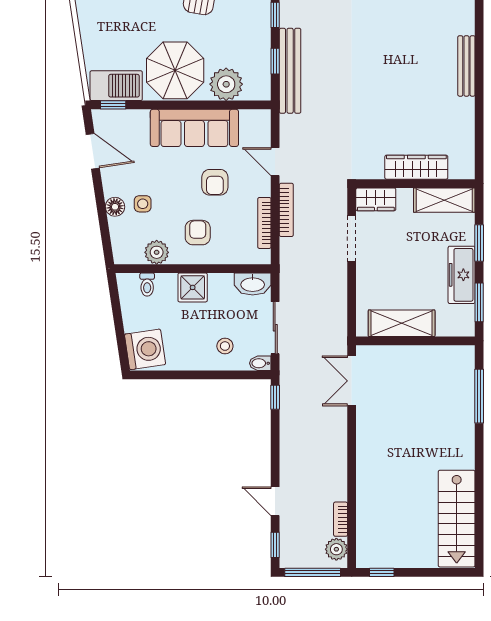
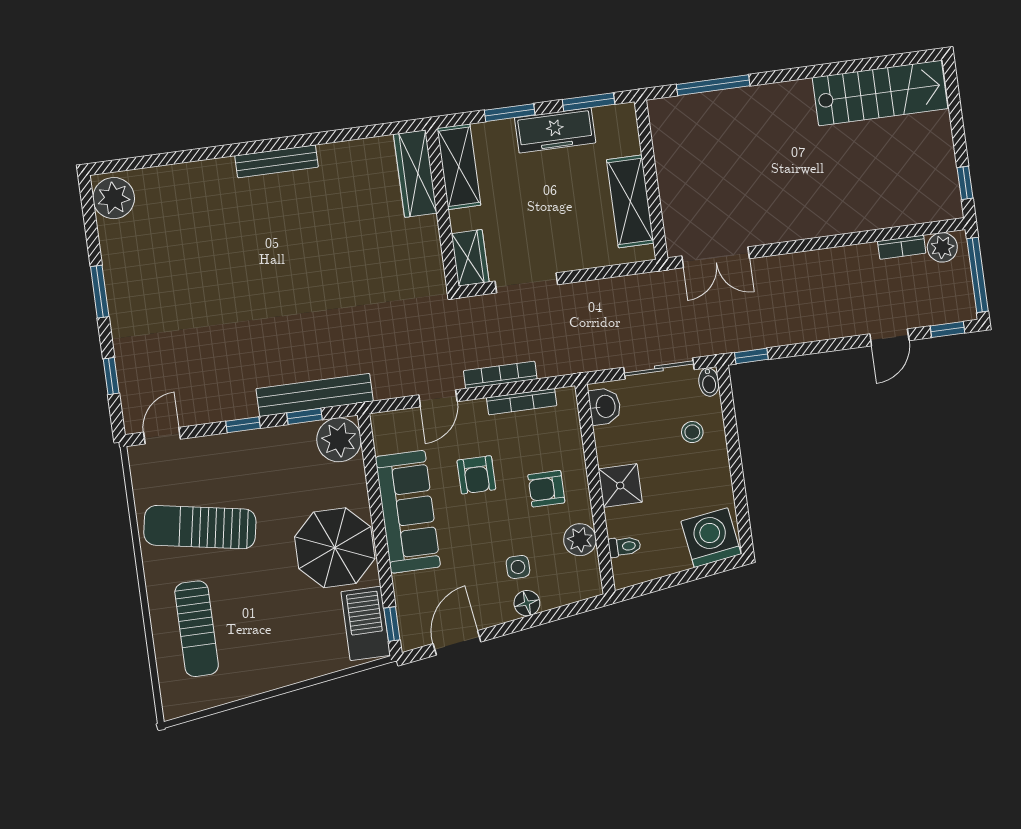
plant: (226, 84) -> (339, 440), moved
wardrobe: (416, 167) -> (415, 174), moved
armchair: (215, 182) -> (476, 475), turned 90
washbasin: (253, 284) -> (605, 406), width x0.72

